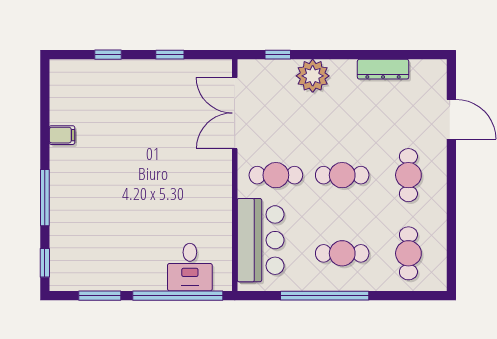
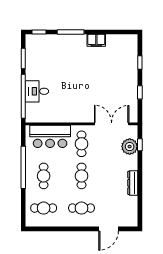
dresser: (383, 69) -> (133, 183), moved
plant: (313, 76) -> (130, 147), moved
filing cabinet: (62, 135) -> (96, 40), width x2.00
desk: (190, 267) -> (37, 91), moved

